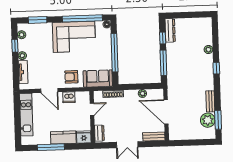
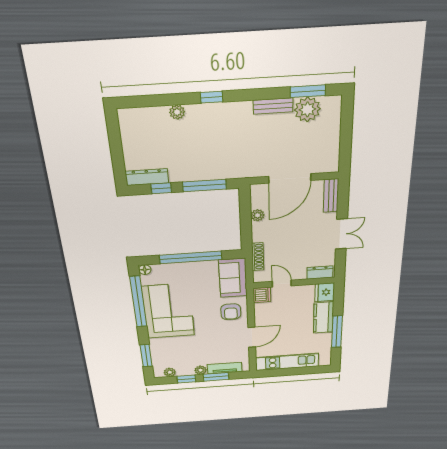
window: (16, 66) -> (216, 377), added
dishwasher: (69, 97) -> (262, 295), moved

